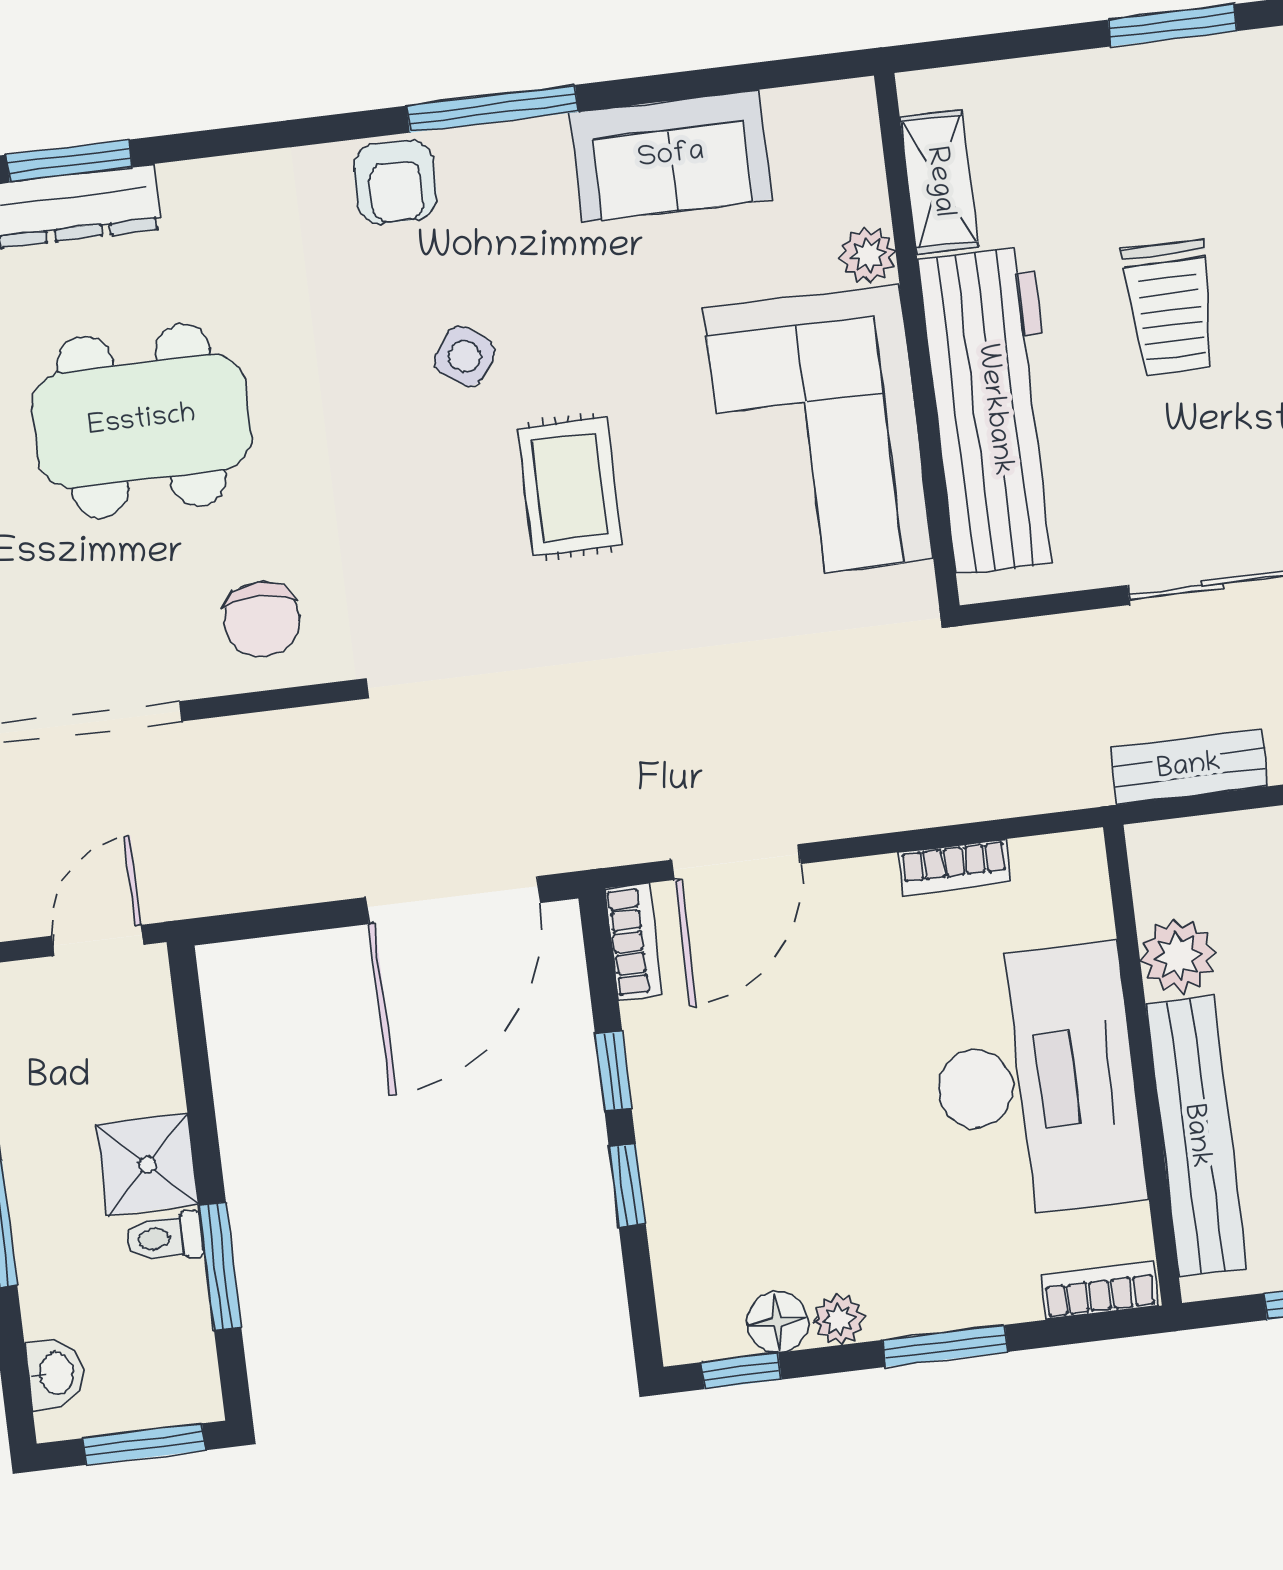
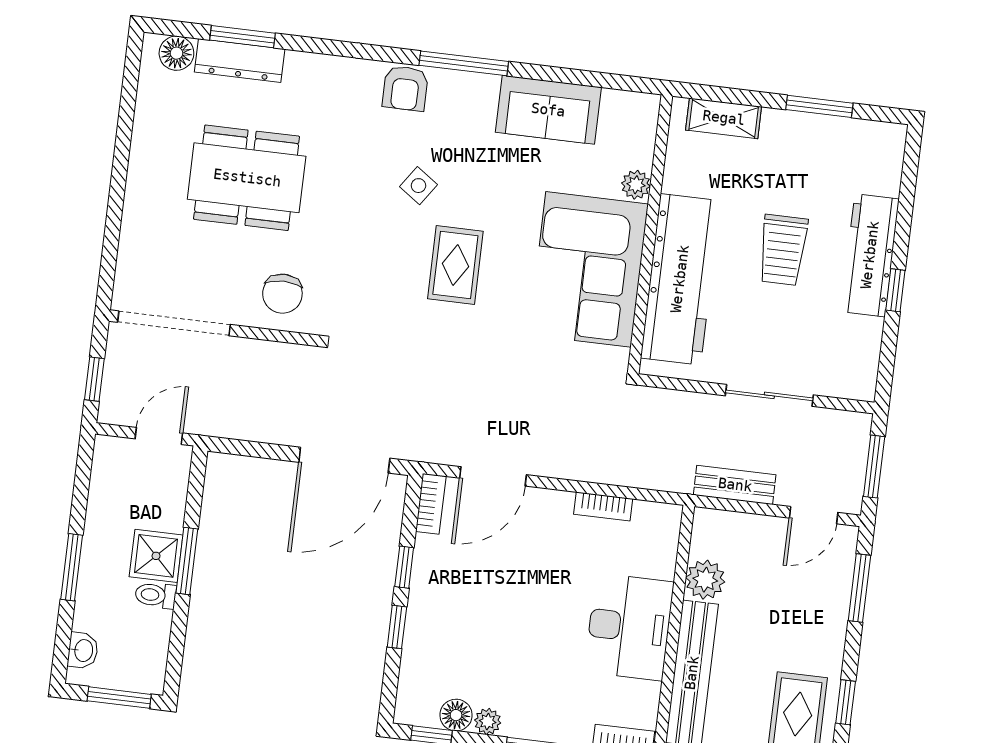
shelving: (939, 182) -> (724, 118), moved, turned 90
desk: (1036, 1082) -> (629, 627), width x0.73, depth x0.77
window: (220, 1266) -> (187, 561), moved

